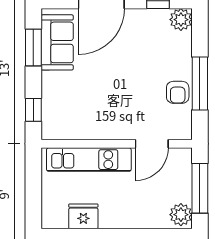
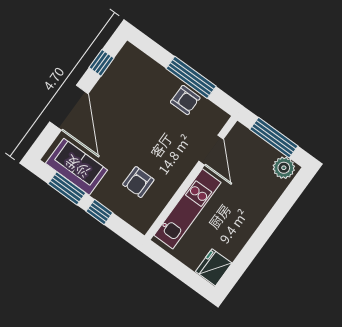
plant: (181, 20) -> (130, 56), removed
armchair: (82, 103) -> (138, 182), added
window: (33, 110) -> (99, 212), moved
fridge: (83, 216) -> (214, 267), moved

